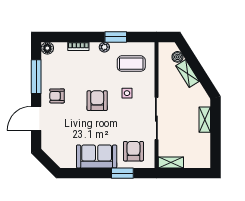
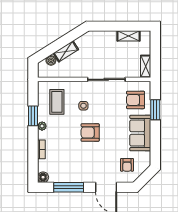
armchair: (57, 96) -> (127, 165), moved
shelving: (205, 120) -> (128, 36), moved

